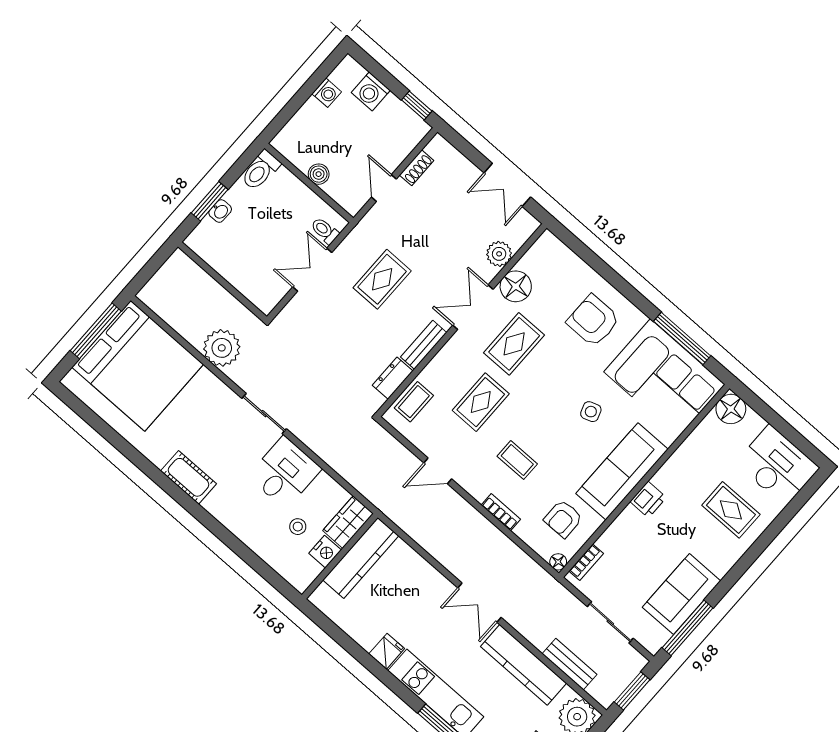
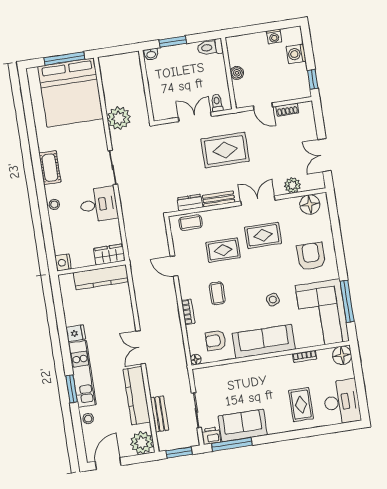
door: (384, 188) -> (263, 106), swing flipped
washbasin: (220, 211) -> (151, 54), moved
rug: (382, 279) -> (225, 150), width x1.36, depth x1.43
floor lamp: (516, 286) -> (310, 204), moved
printer: (648, 500) -> (211, 436), moved, turned 180
stool: (298, 527) -> (54, 204), moved
nightstand: (325, 552) -> (63, 263), moved, turned 90
bookcase: (586, 562) -> (305, 356), moved

